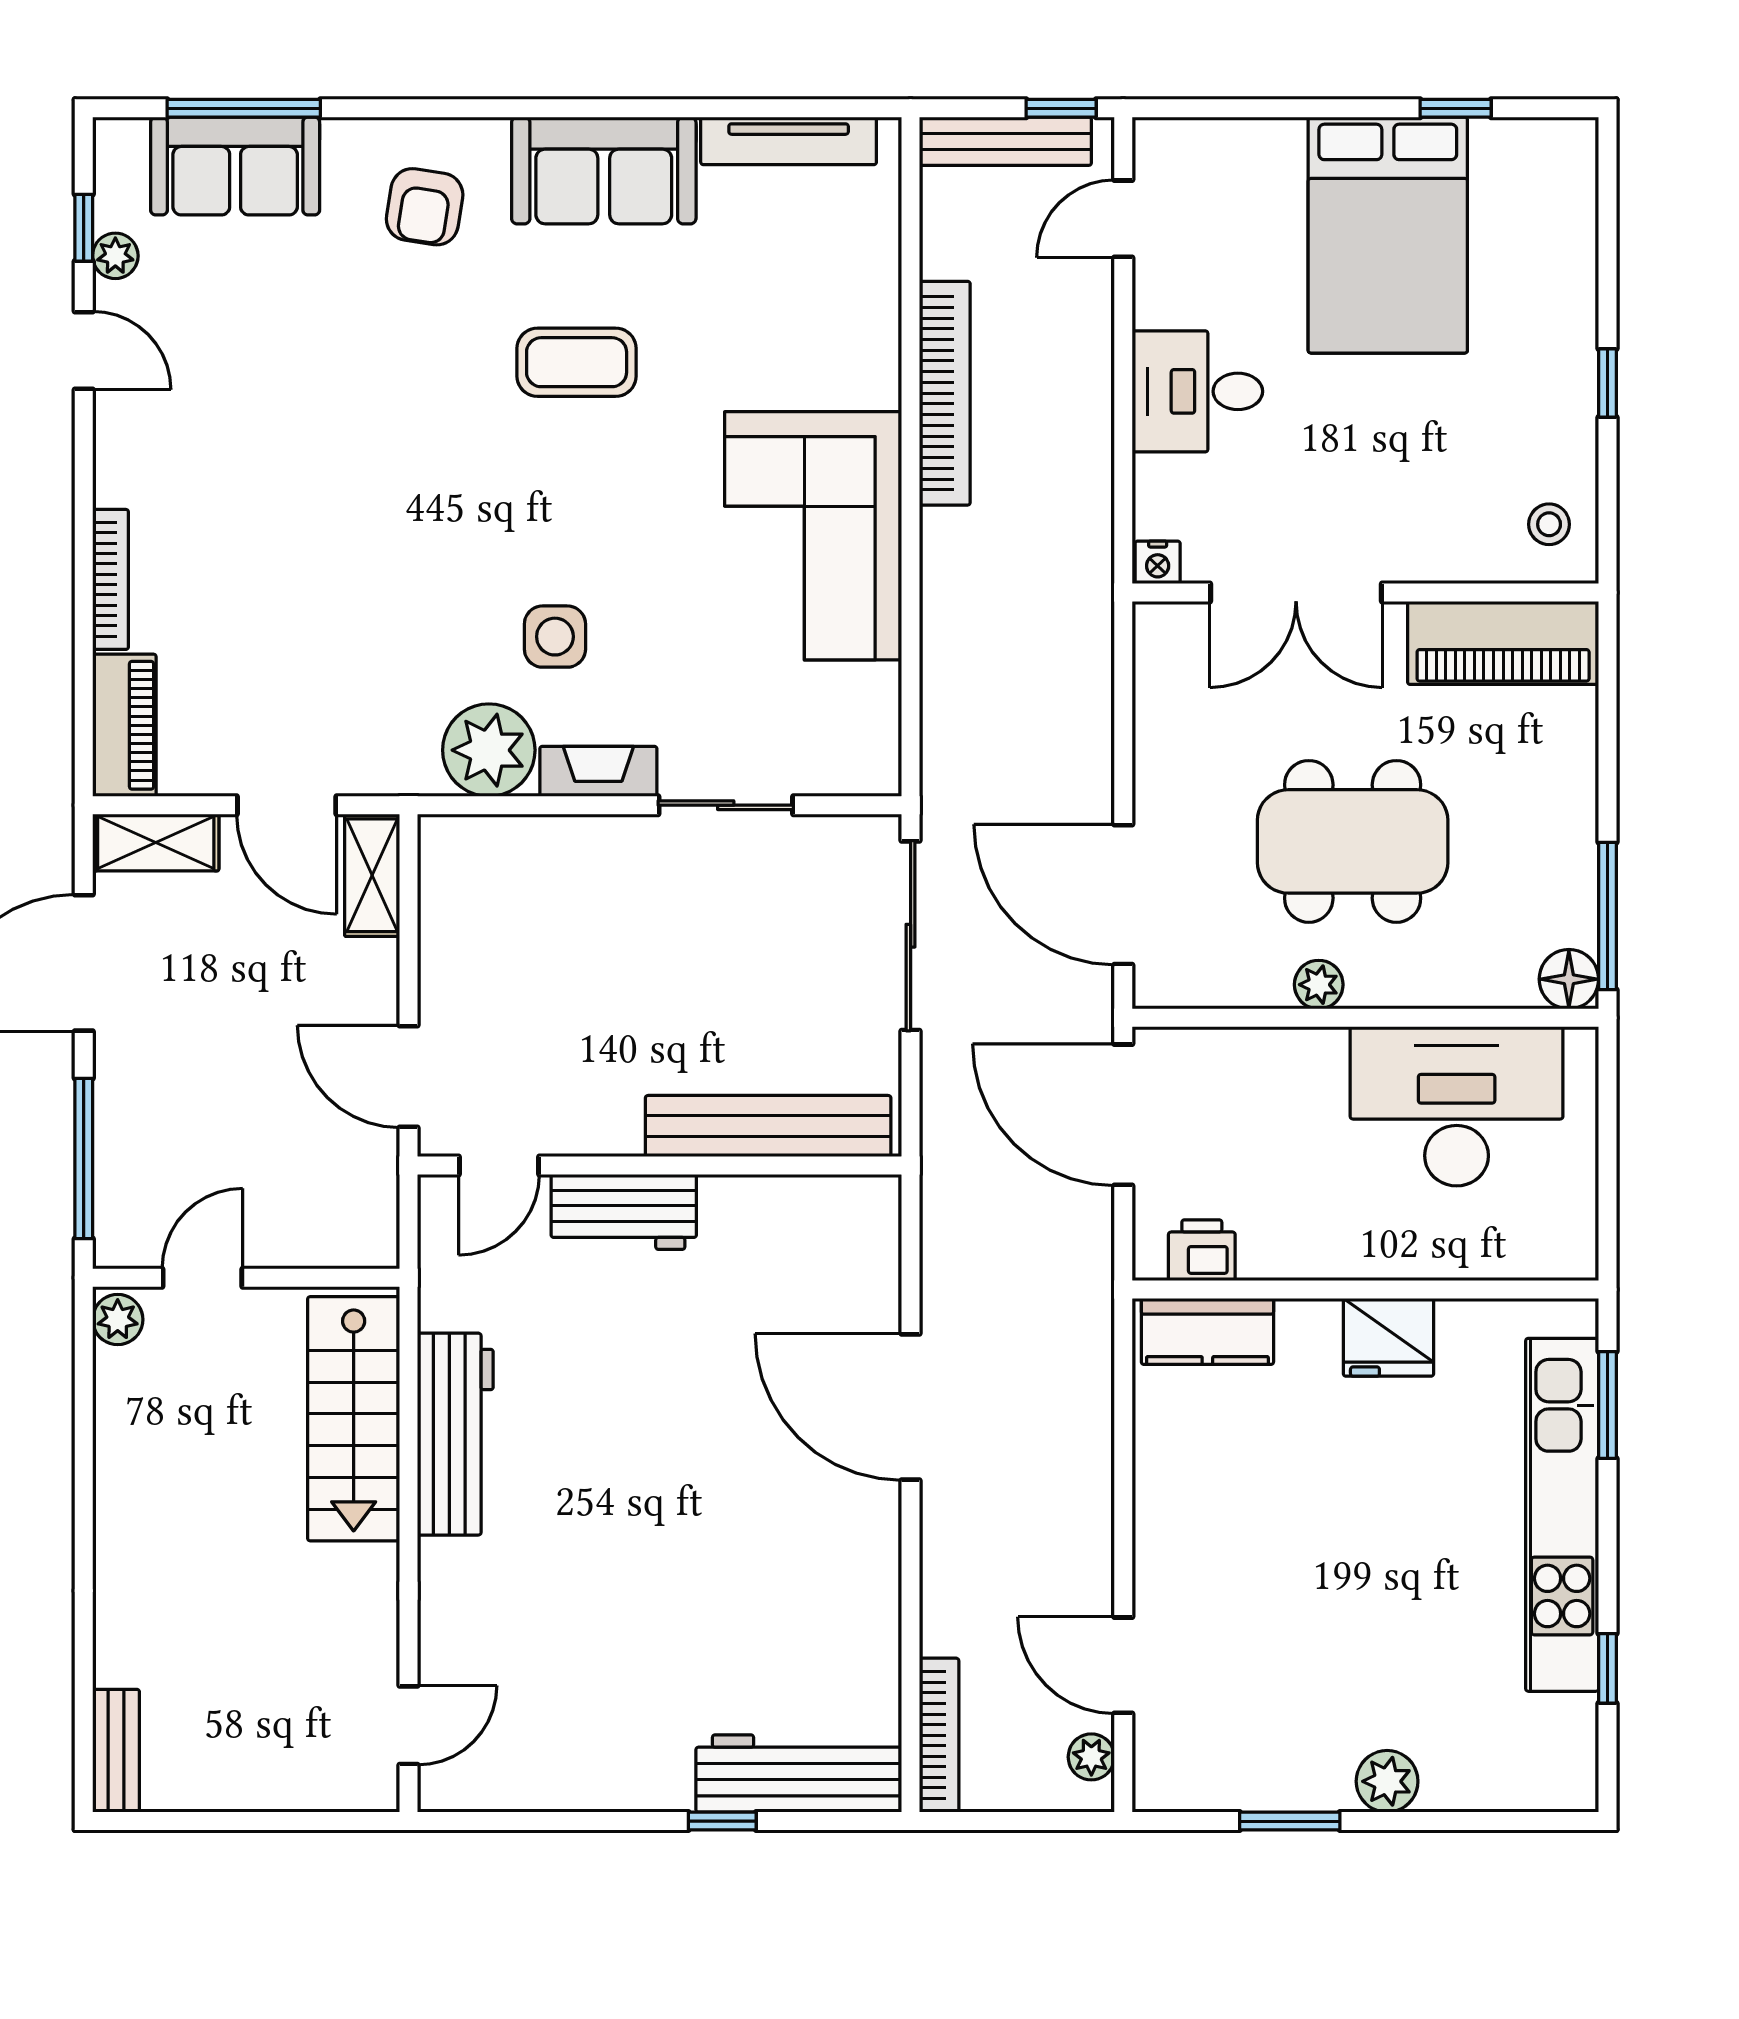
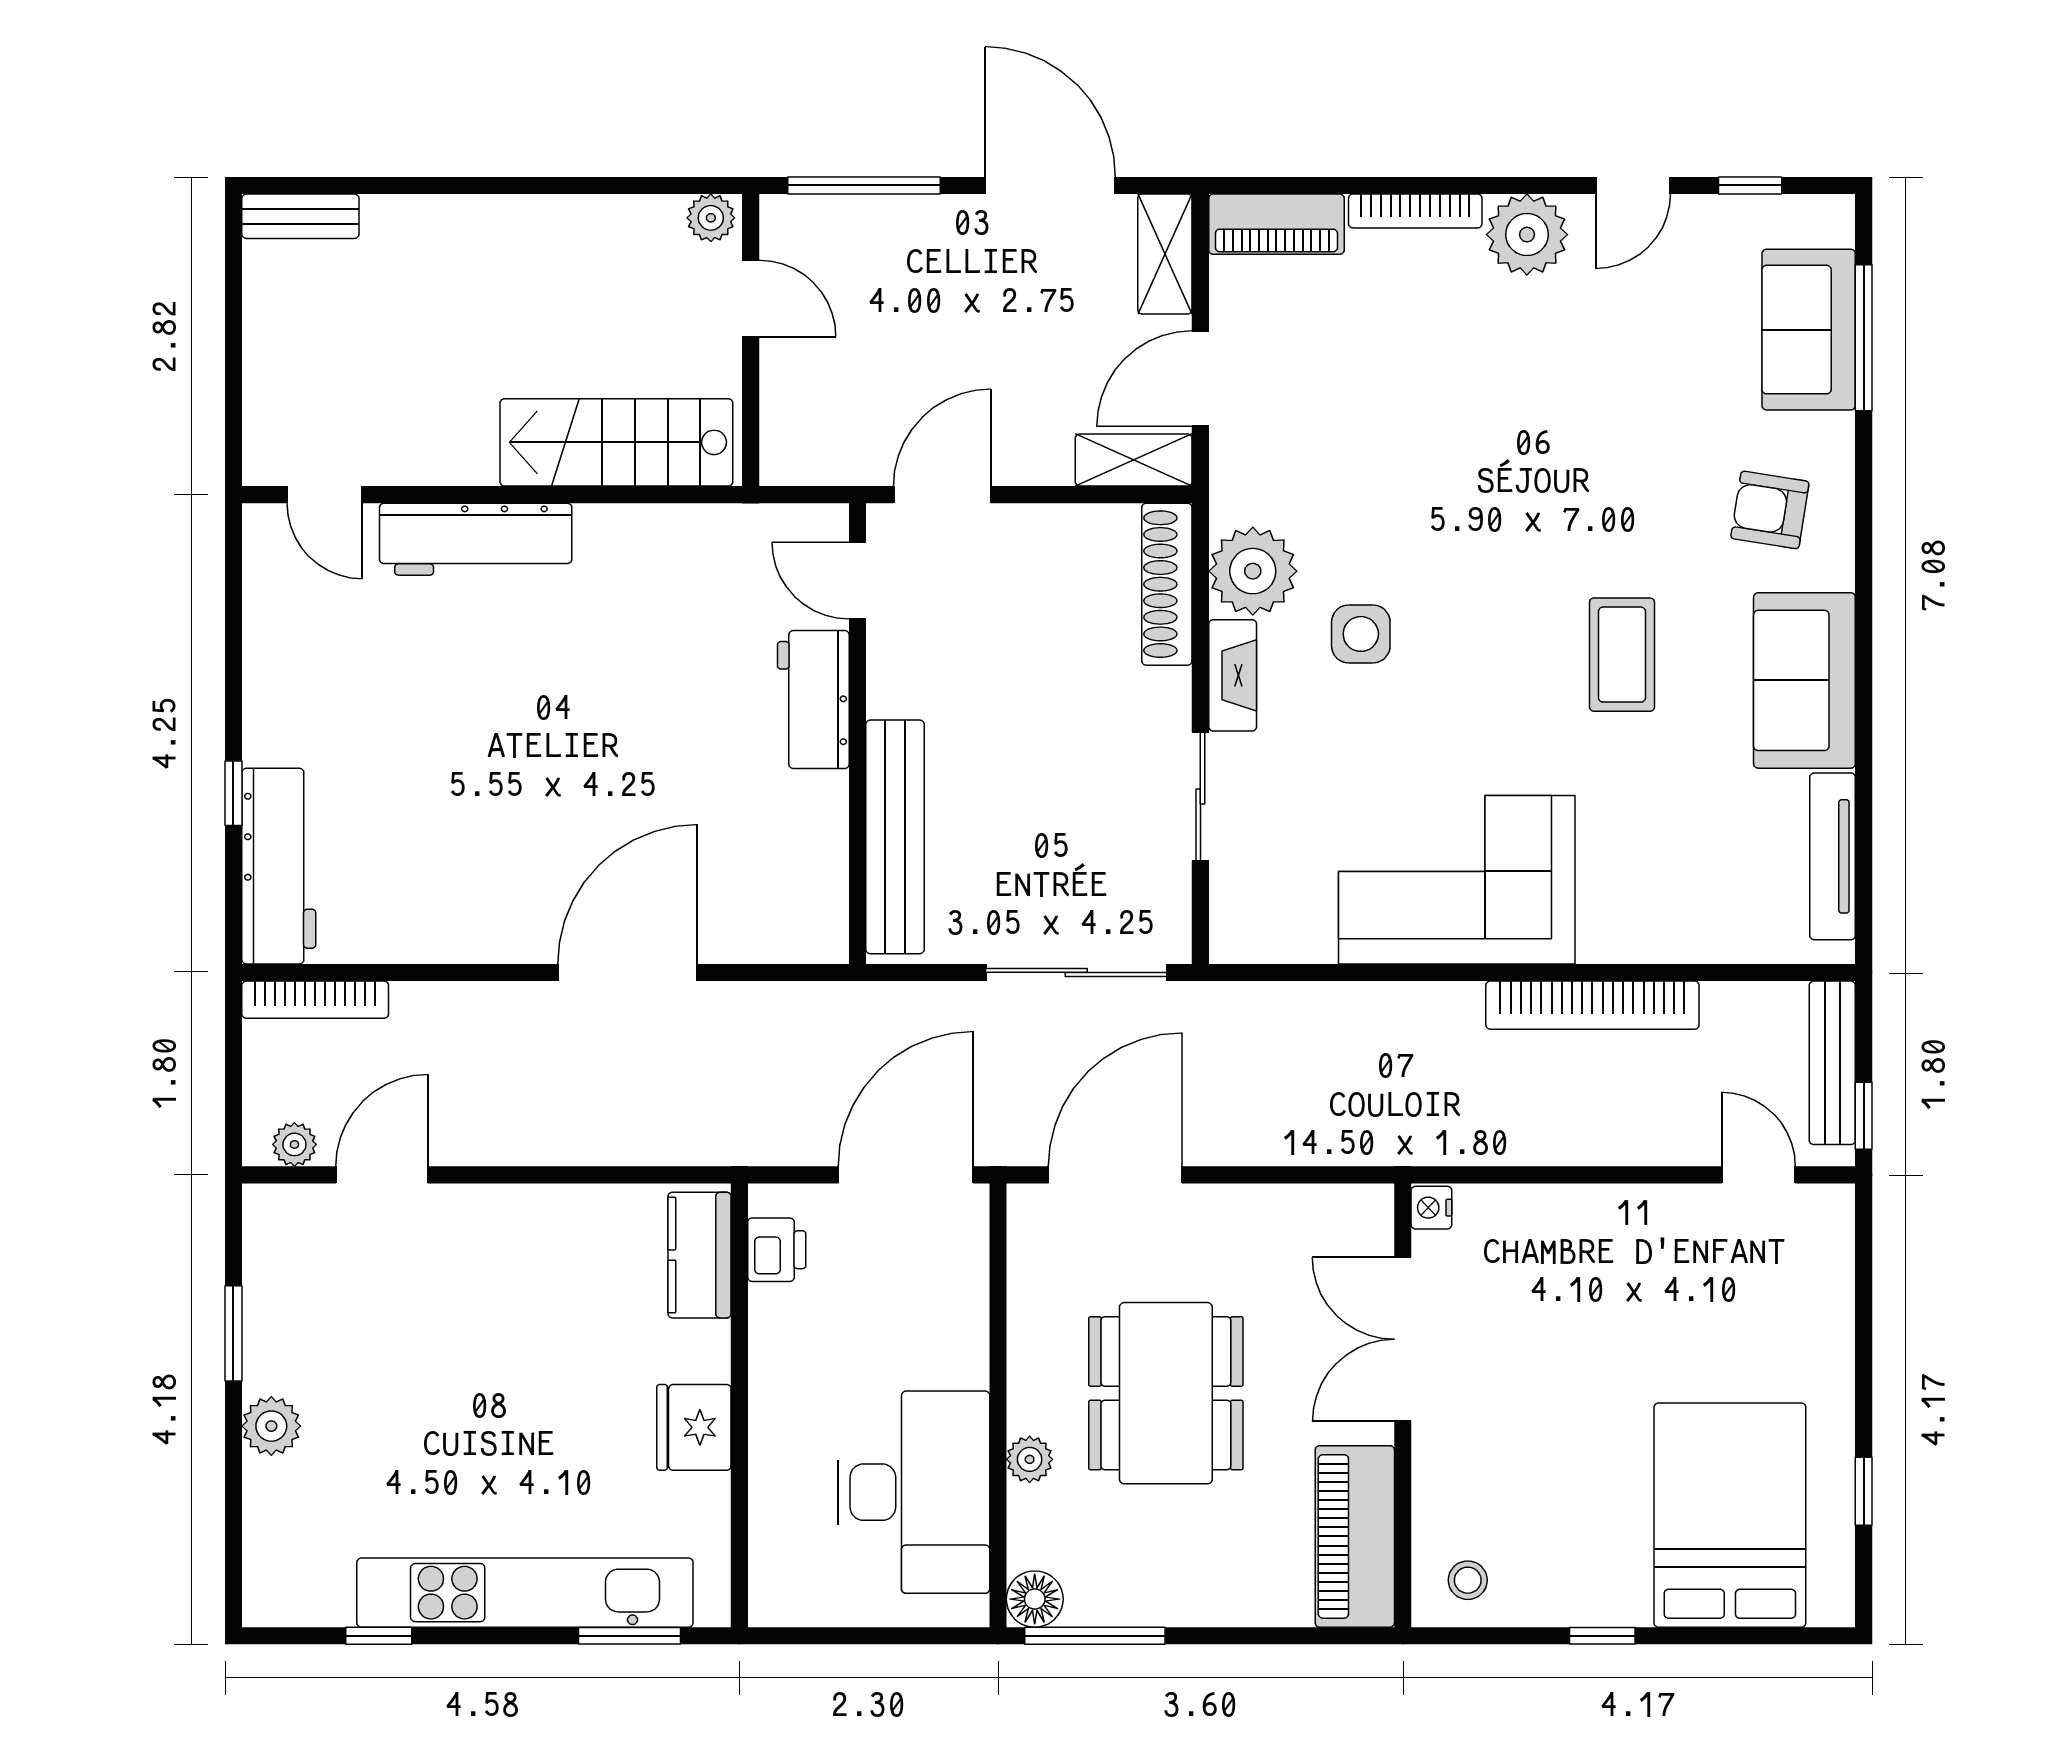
bed: (1388, 235) -> (1730, 1515), moved, turned 90
plant: (115, 256) -> (1527, 235), moved, width x1.87, depth x1.87
desk: (1197, 391) -> (1594, 1245), removed
shoe rack: (503, 840) -> (1167, 584), added
plant: (1319, 985) -> (1030, 1459), moved
workbench: (455, 1434) -> (476, 539), moved

